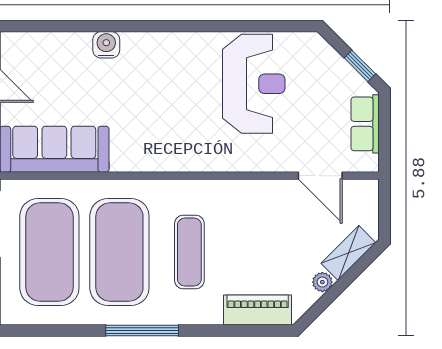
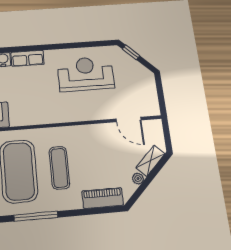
window: (360, 66) -> (131, 52), moved
reception desk: (254, 84) -> (86, 74), turned -90
row of seats: (365, 124) -> (28, 58), moved, turned -90

